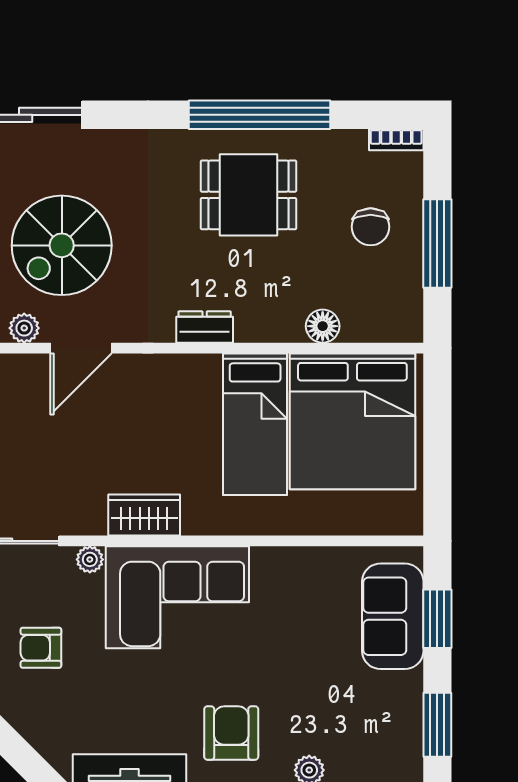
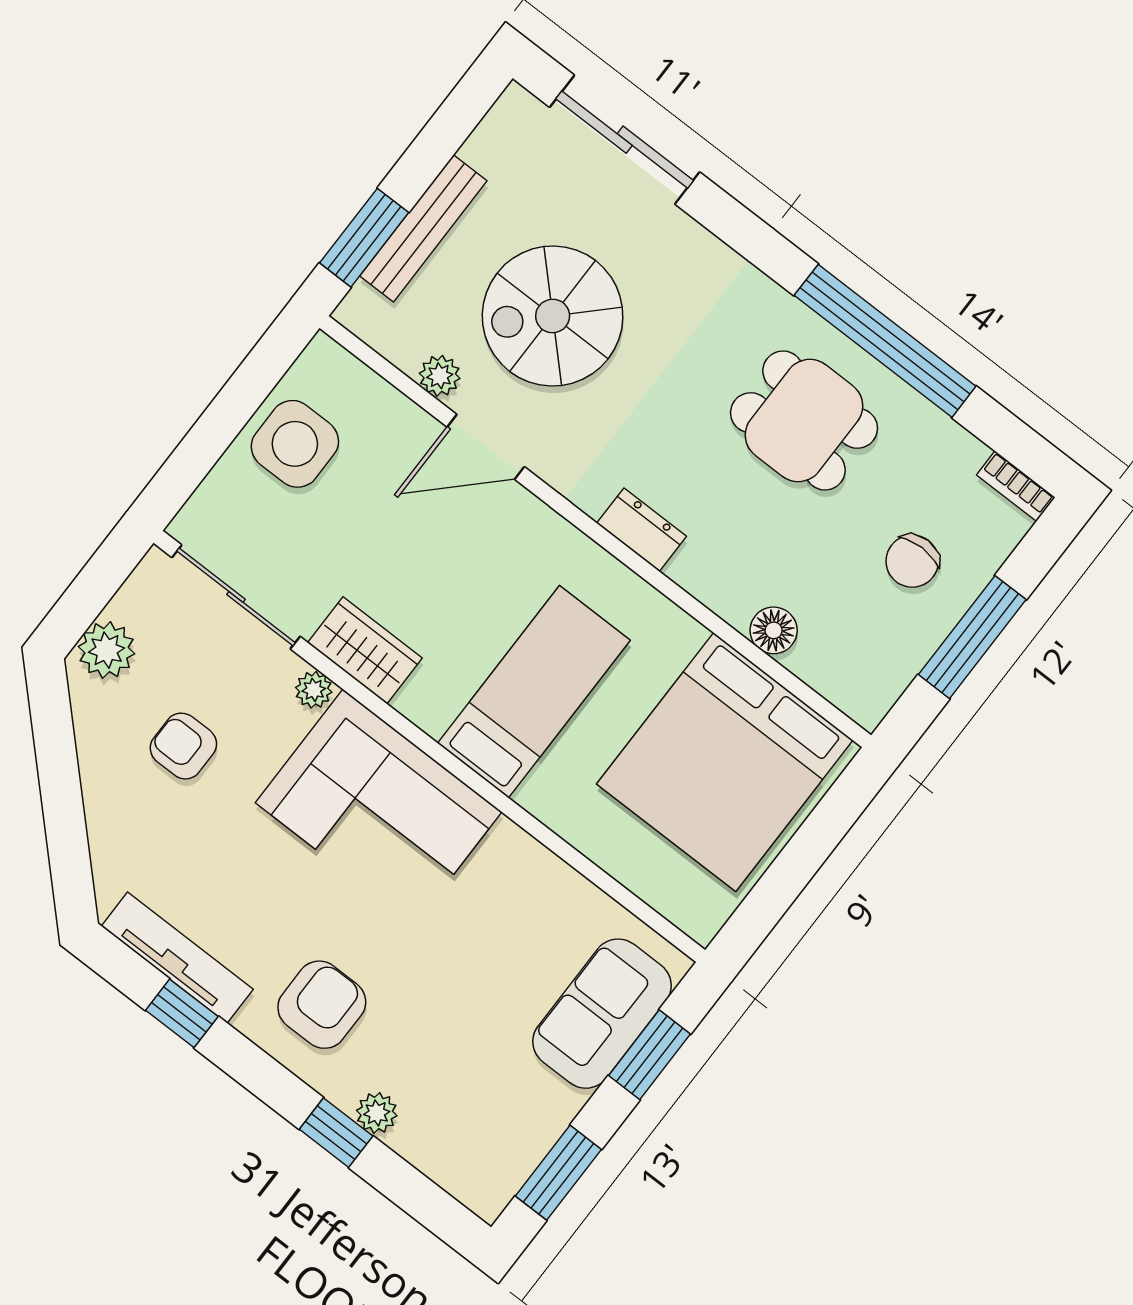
bed: (255, 424) -> (534, 692), moved, turned 180
wardrobe: (144, 515) -> (365, 650), moved

